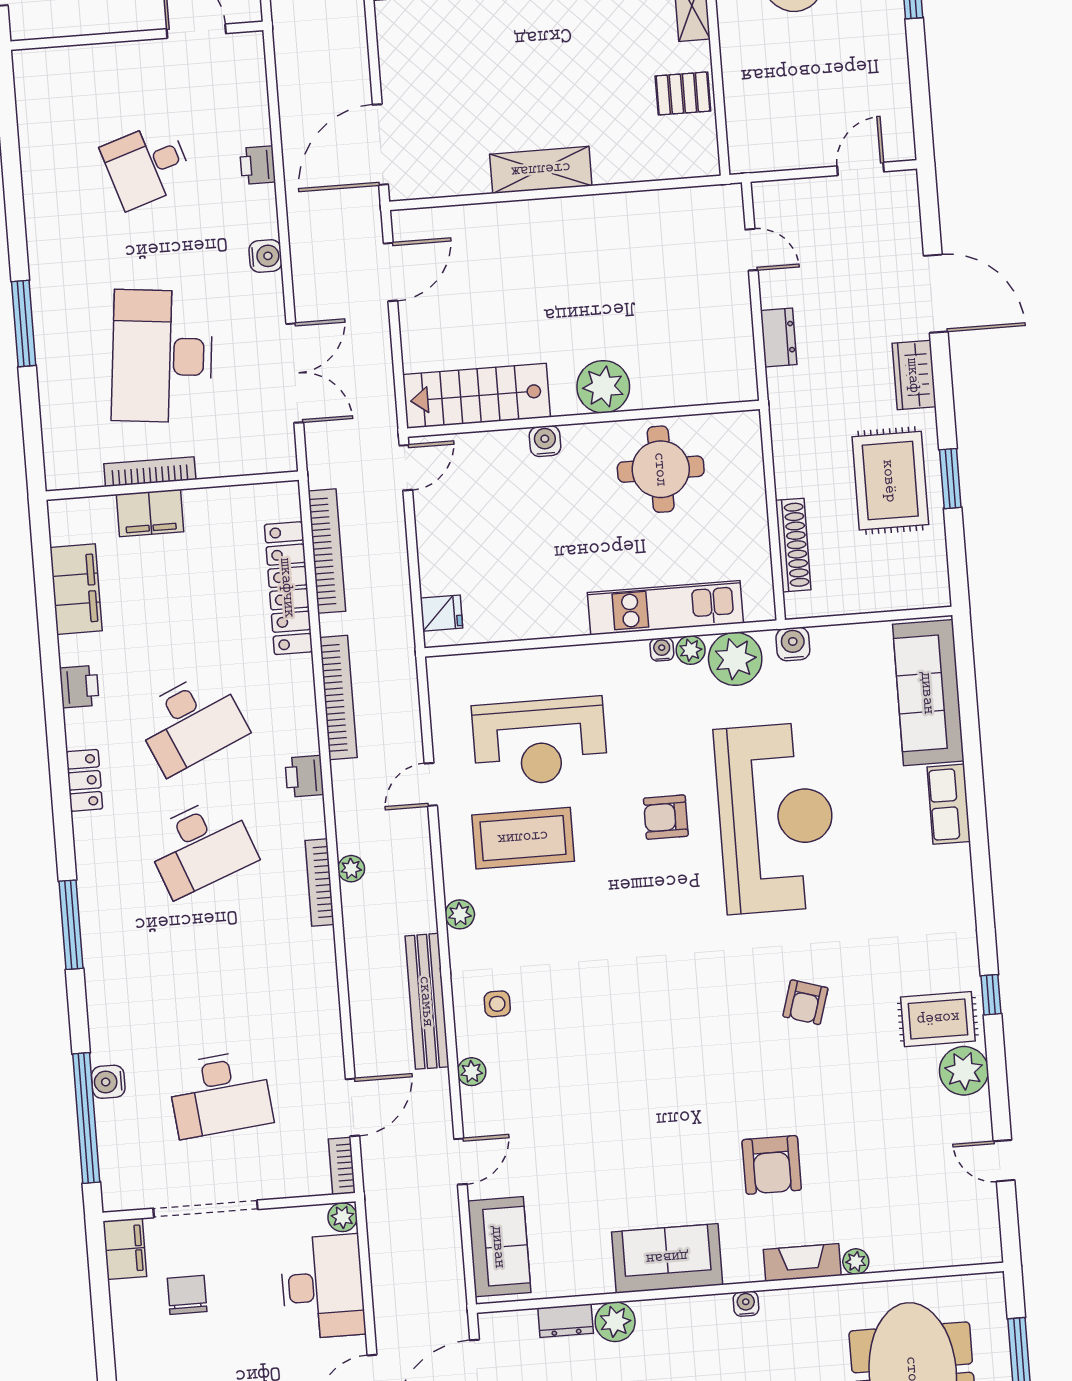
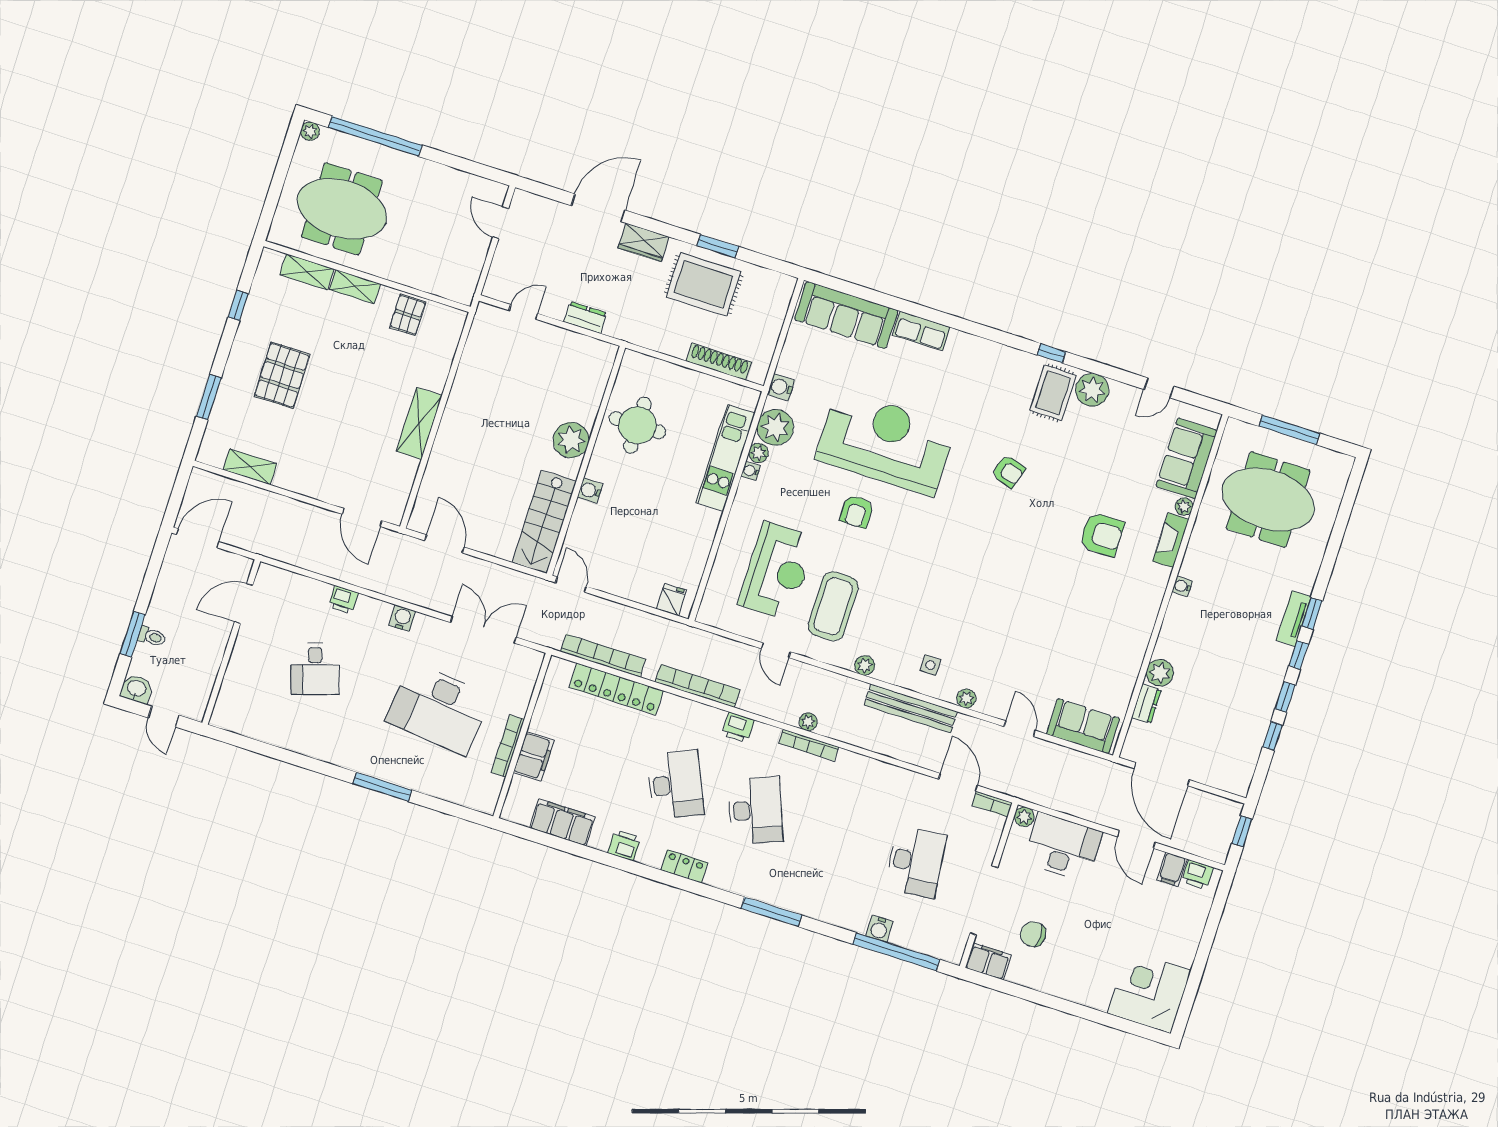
door: (380, 145) -> (362, 517), width x0.73
sofa: (667, 1258) -> (1187, 458), moved

